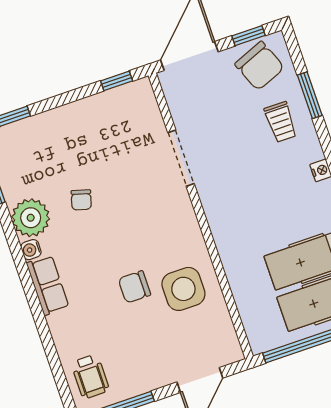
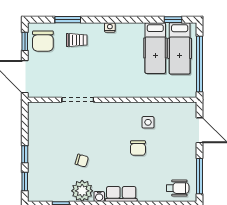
chair: (260, 66) -> (43, 41), turned 112
window: (117, 81) -> (25, 154), moved
side table: (183, 289) -> (148, 122), width x0.54, depth x0.54

